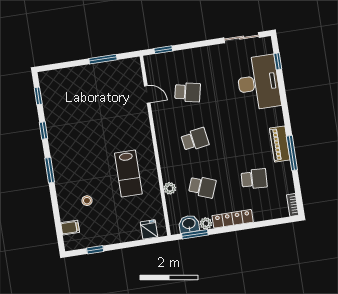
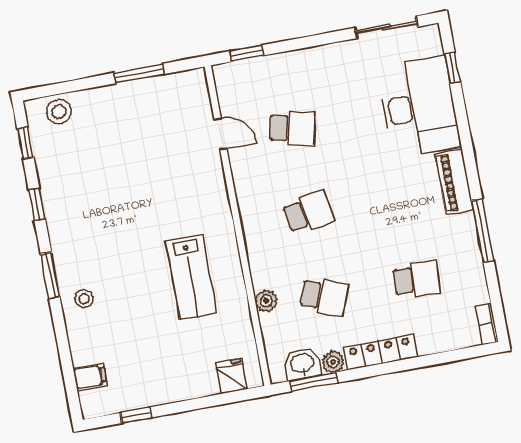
stool: (58, 79) -> (59, 112), added
piano: (280, 144) -> (454, 182), moved
stool: (87, 201) -> (84, 299), moved

